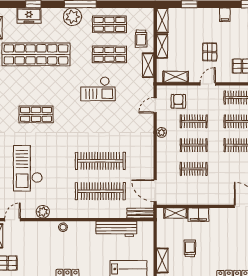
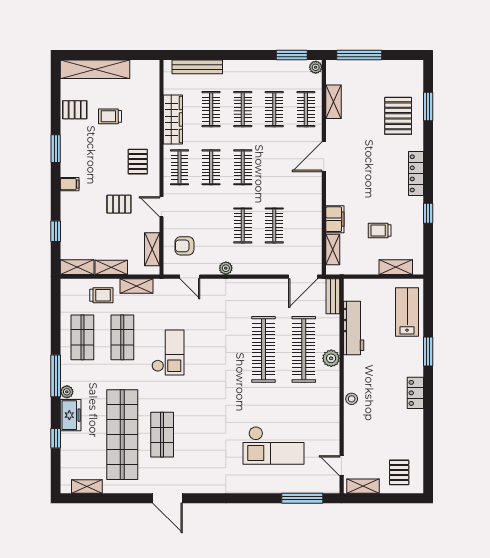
freezer: (29, 16) -> (71, 415), moved
plant: (72, 17) -> (67, 392), width x0.53, depth x0.53
shop shelf: (36, 114) -> (162, 435), moved
clothes rail: (194, 121) -> (211, 225), removed
plant: (43, 212) -> (331, 358), moved

